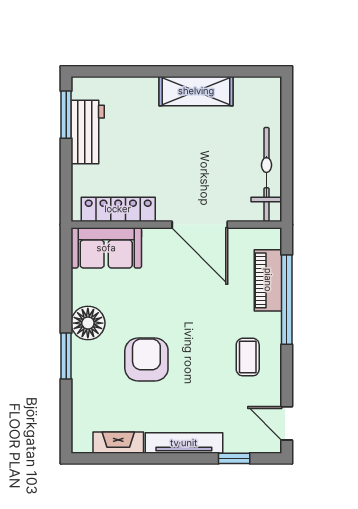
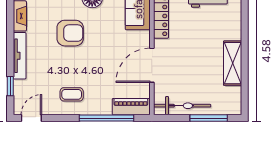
window: (287, 131) -> (209, 118), added
piano: (268, 280) -> (131, 107), moved

